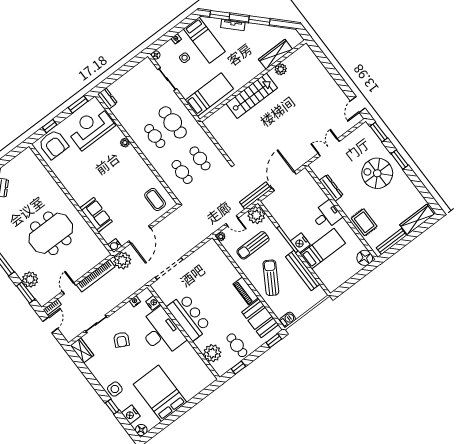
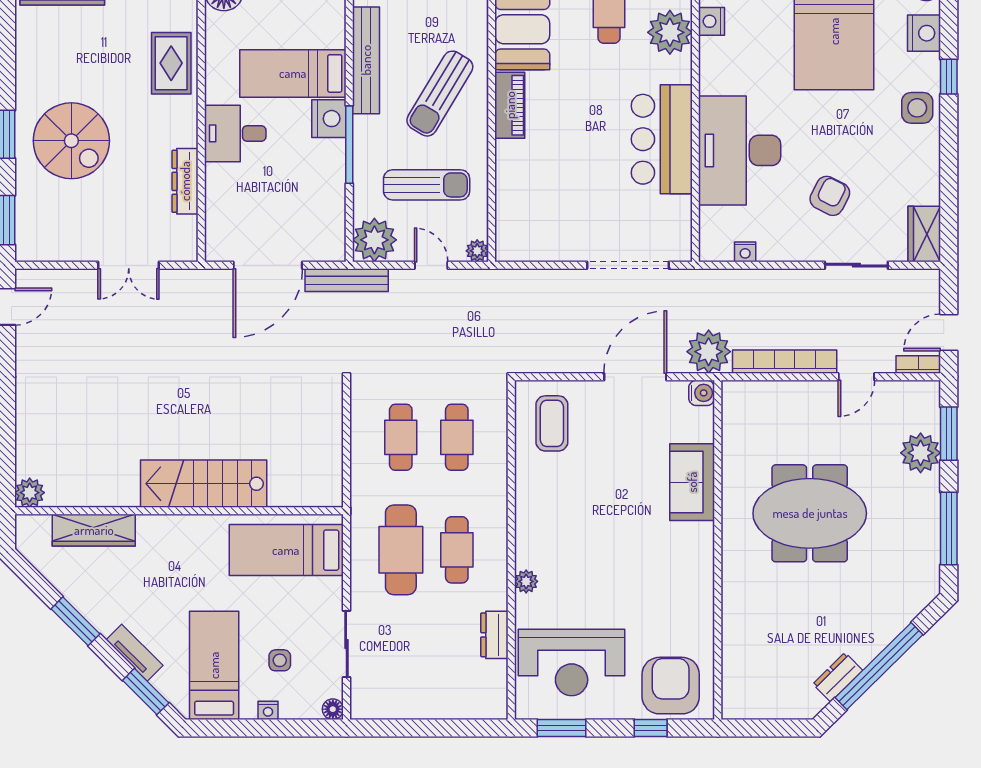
plant: (281, 69) -> (30, 493), moved
dresser: (107, 98) -> (494, 635), moved
nightstand: (153, 303) -> (712, 21), moved

